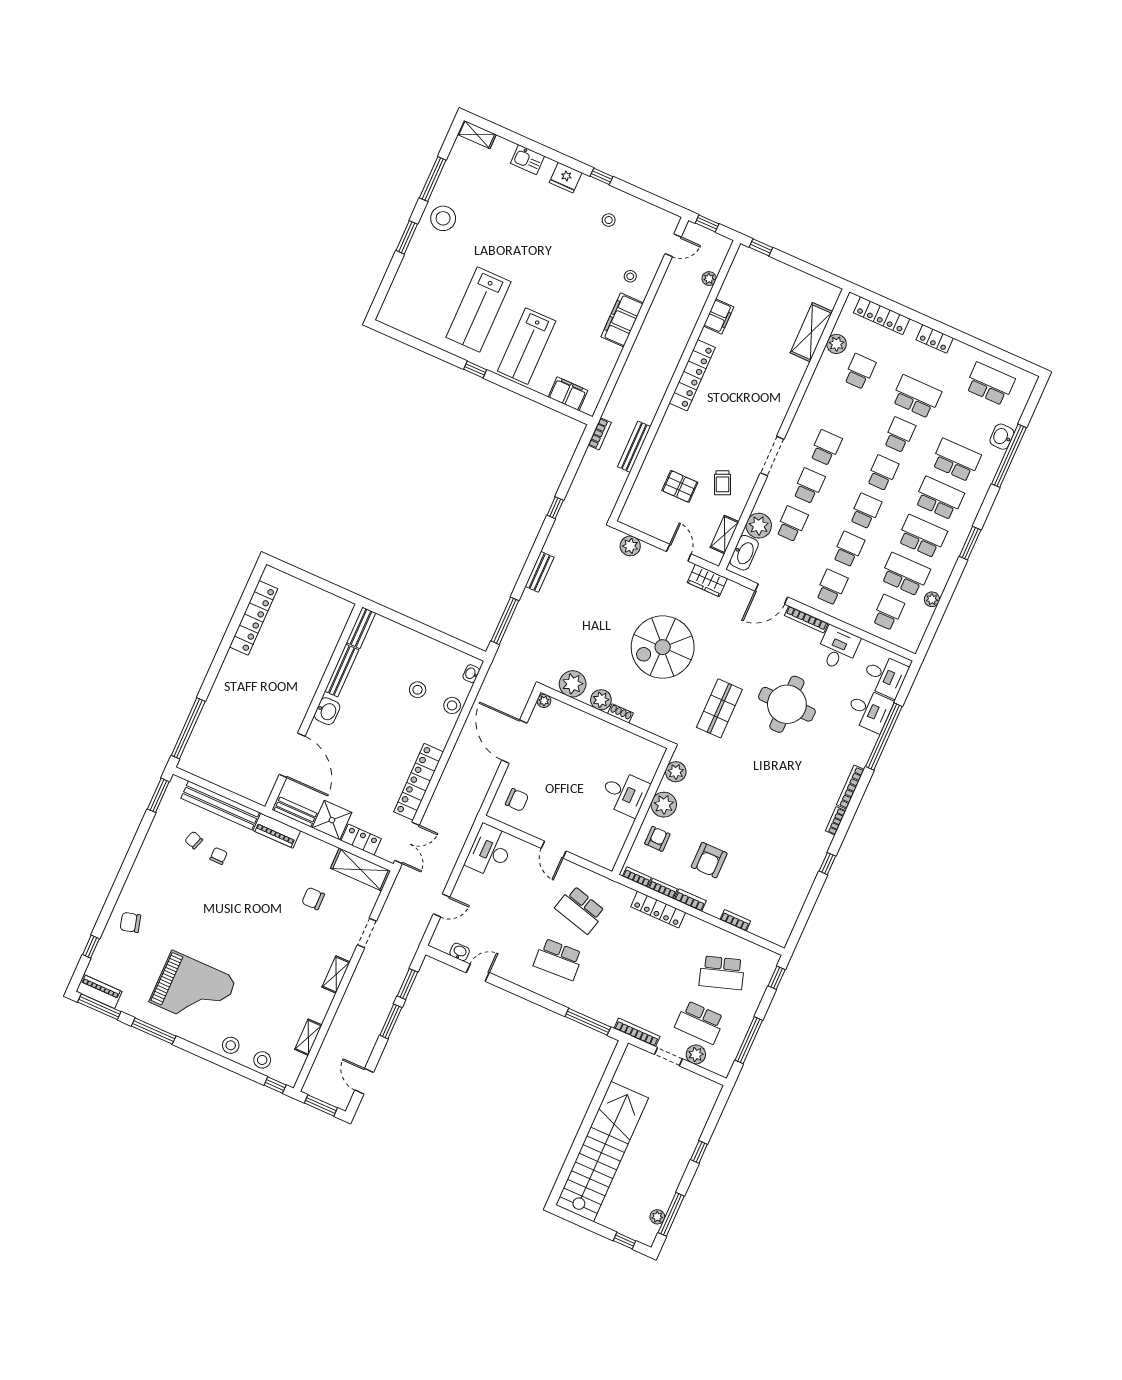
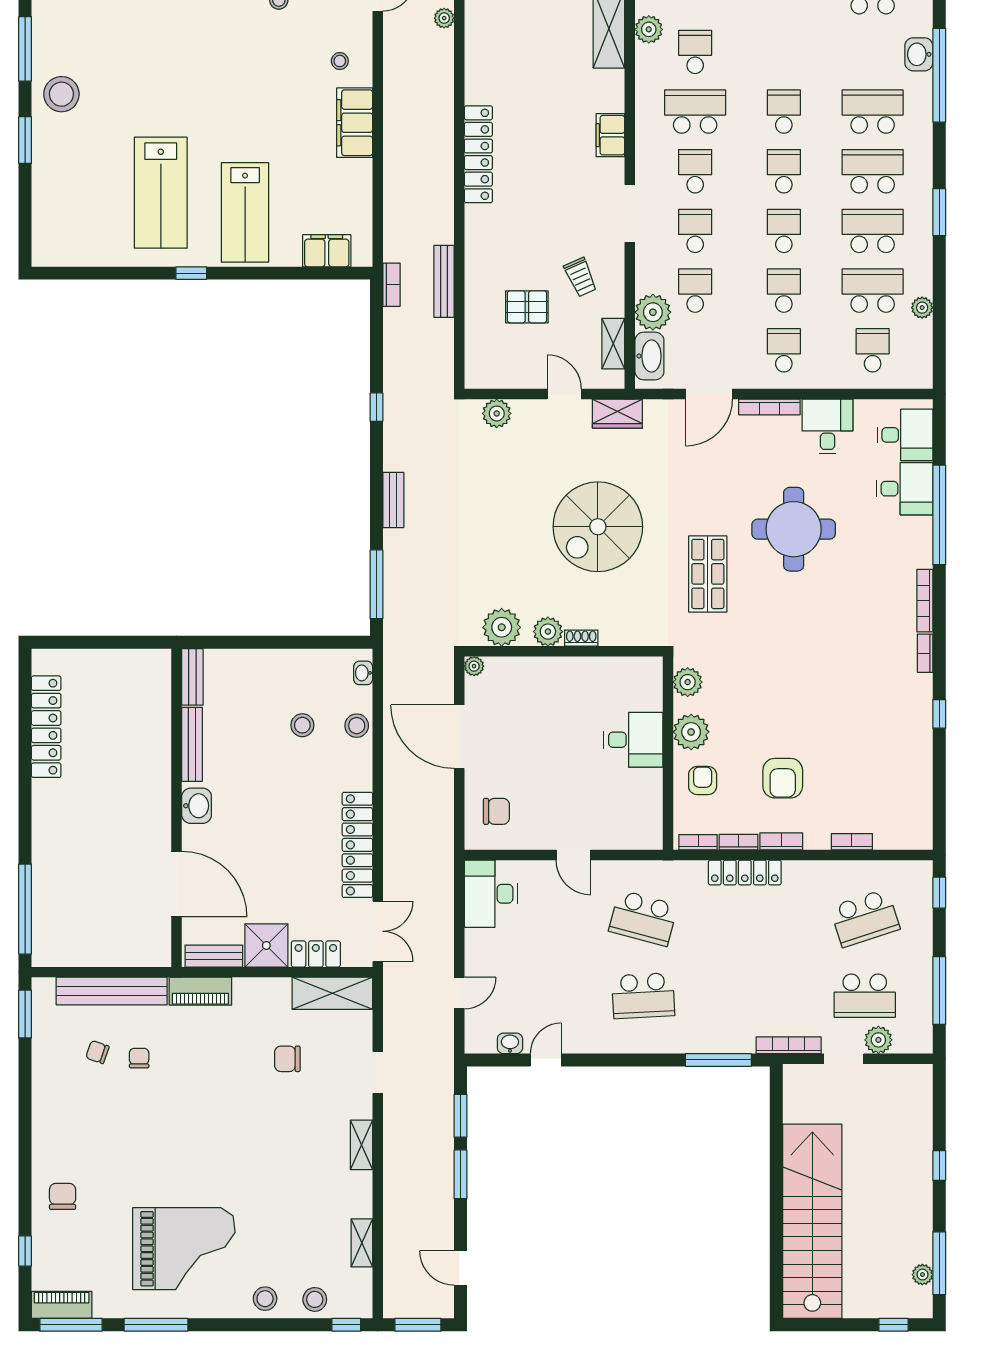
filing cabinet: (719, 316) -> (610, 135), moved, turned 180
school desk: (916, 397) -> (695, 112), moved
chair: (130, 922) -> (63, 1196), turned 105

